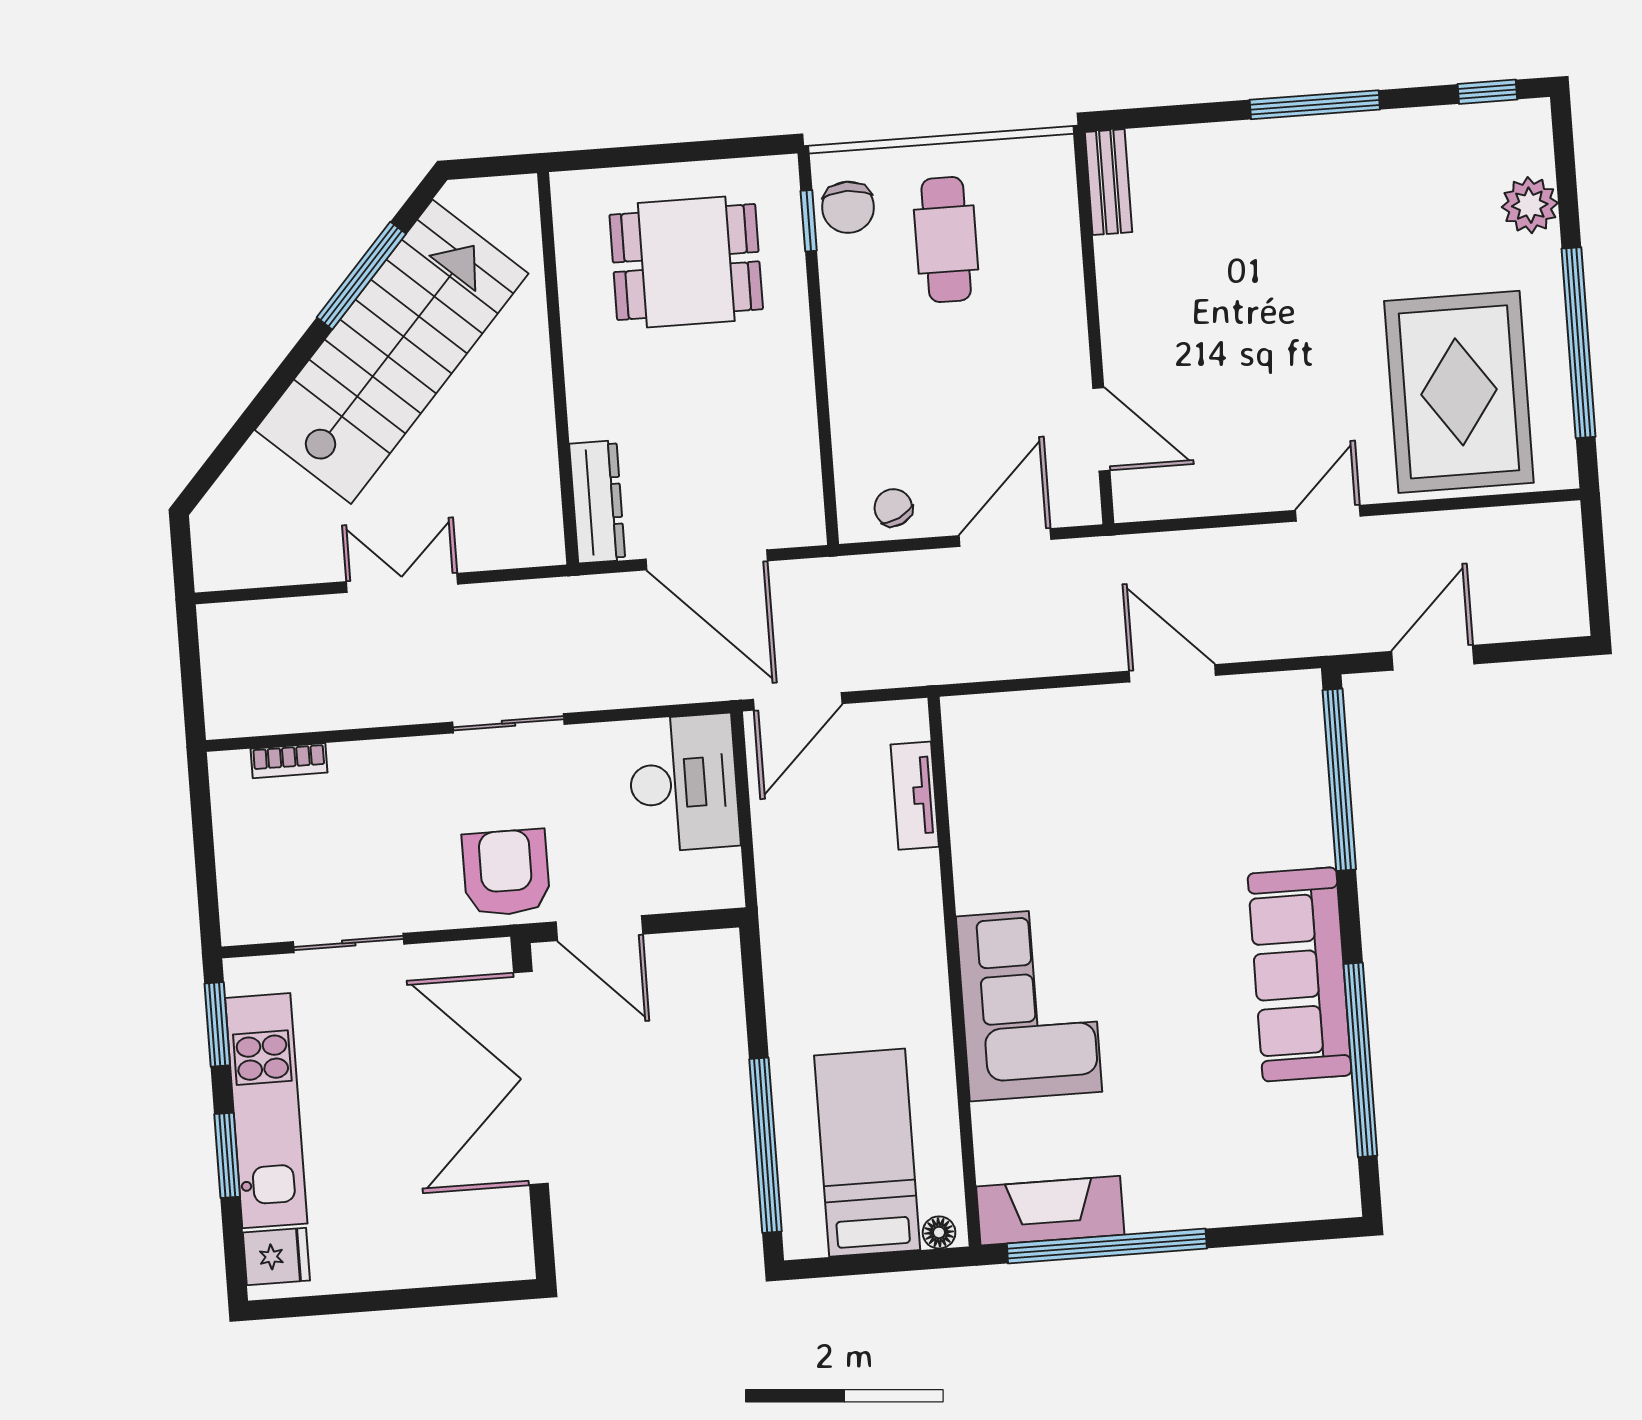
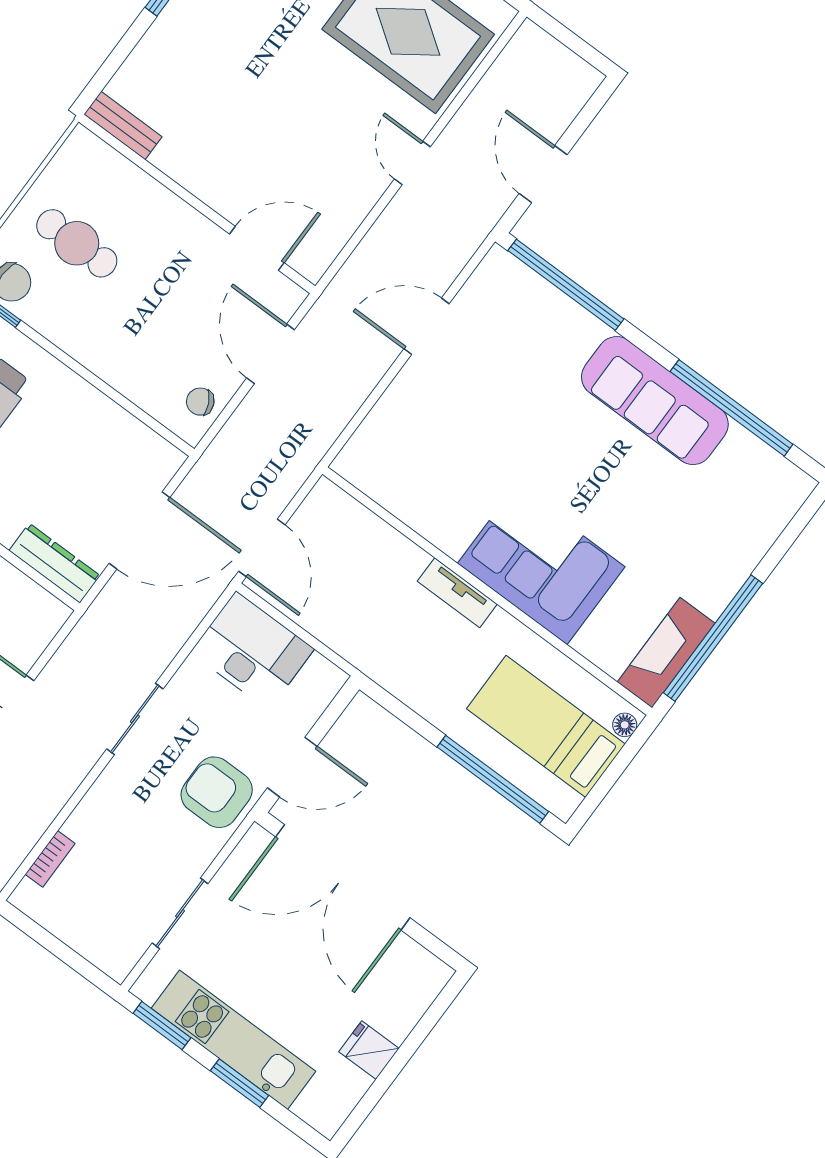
tv unit: (915, 796) -> (457, 593), moved
fridge: (276, 1256) -> (369, 1050), moved, turned -90

